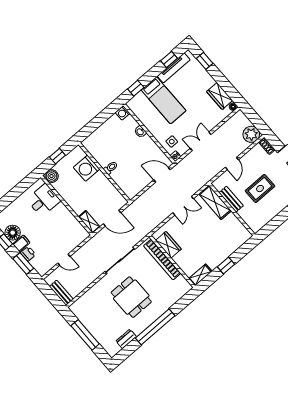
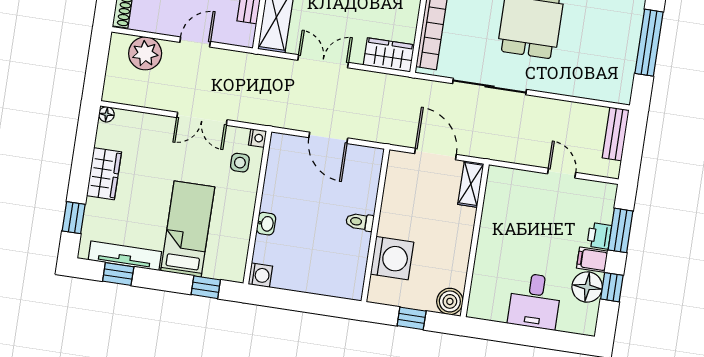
wardrobe: (220, 96) -> (104, 174), moved
plant: (251, 134) -> (145, 53), moved
door: (162, 175) -> (328, 138), moved
desk: (44, 200) -> (535, 301), moved, turned -90
wardrobe: (168, 245) -> (389, 55), moved, turned 90

